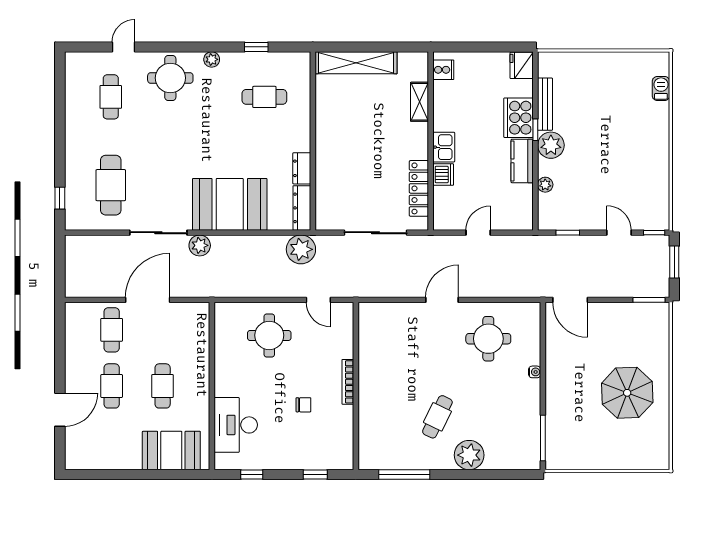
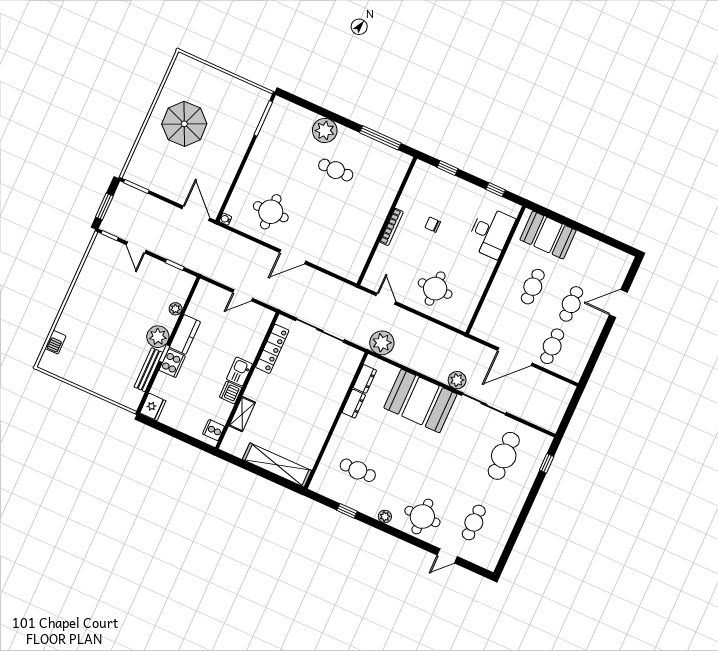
cooker: (519, 118) -> (172, 363), width x0.73, depth x0.76
dishwasher: (443, 175) -> (231, 392), moved
dresser: (302, 208) -> (365, 379), width x0.70
water cooler: (535, 372) -> (225, 219), moved
cafe table: (437, 417) -> (336, 170), turned 64

